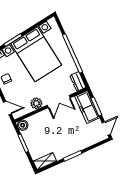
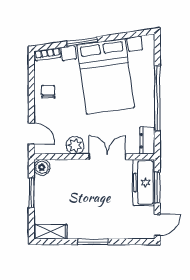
double door: (59, 102) -> (107, 157), swing flipped

